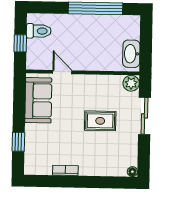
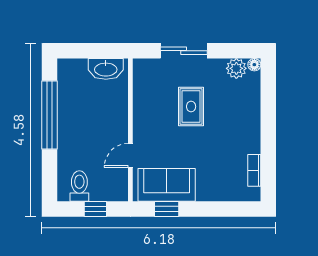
plant: (131, 83) -> (236, 68), moved
window: (18, 142) -> (167, 209), moved
bookcase: (65, 170) -> (254, 170), moved

